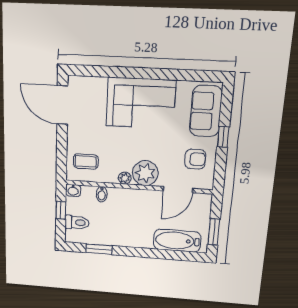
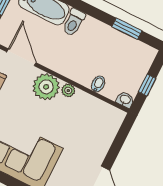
coffee table: (86, 161) -> (99, 123), removed
door: (178, 190) -> (21, 57), hinge flipped
toilet: (77, 222) -> (74, 22), moved, turned -90

